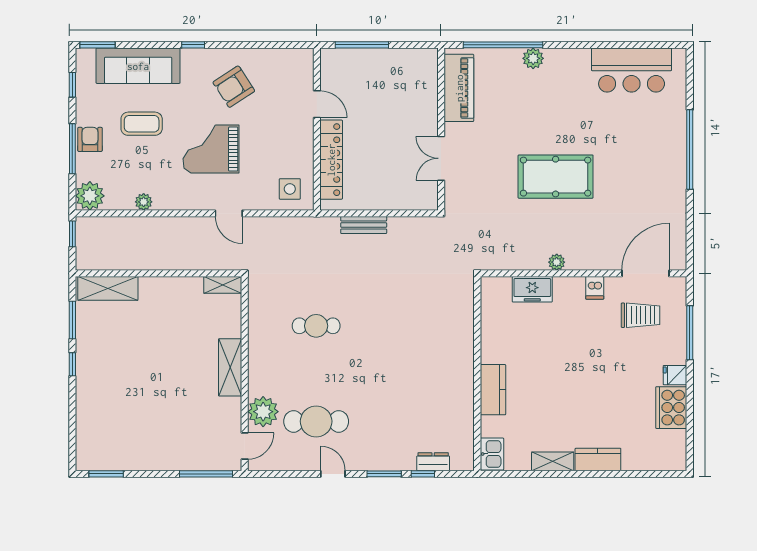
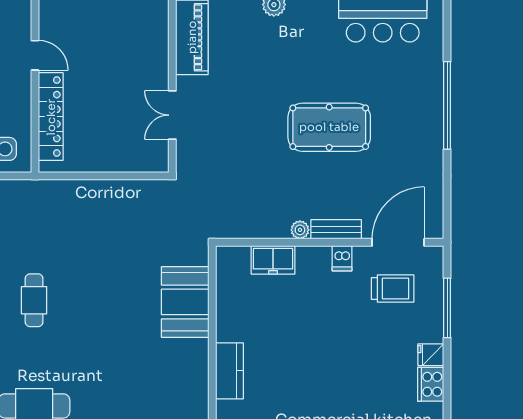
pool table: (556, 177) -> (329, 127), moved
bench: (364, 225) -> (336, 229), moved
cafe table: (316, 326) -> (34, 300), turned 90
booth: (453, 327) -> (185, 302), added
cooker: (671, 408) -> (431, 384), width x0.73, depth x0.76

